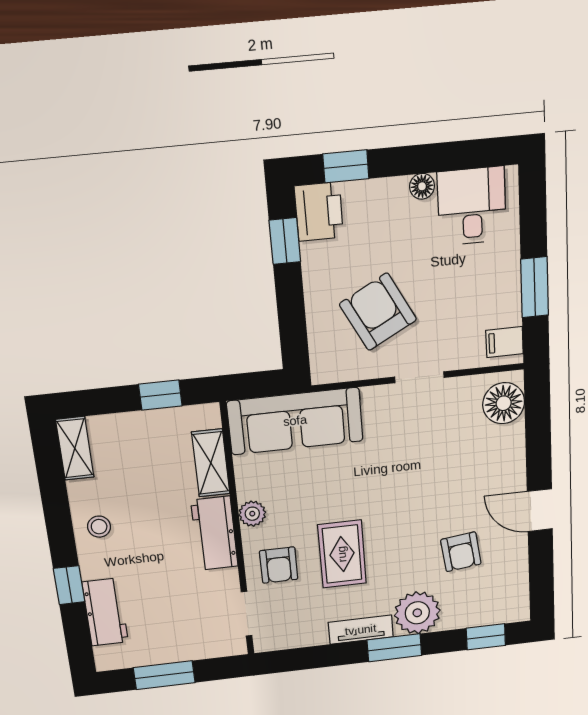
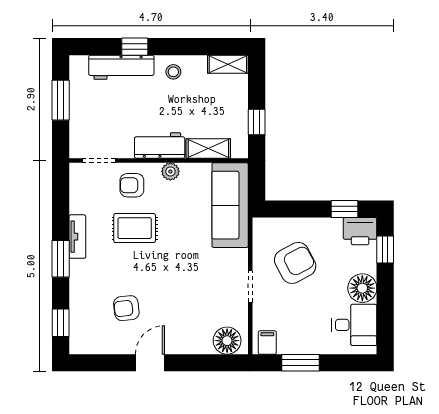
floor lamp: (422, 186) -> (362, 288), width x1.89, depth x1.89
workbench: (105, 612) -> (121, 67), width x1.38
plant: (417, 613) -> (85, 276), removed

